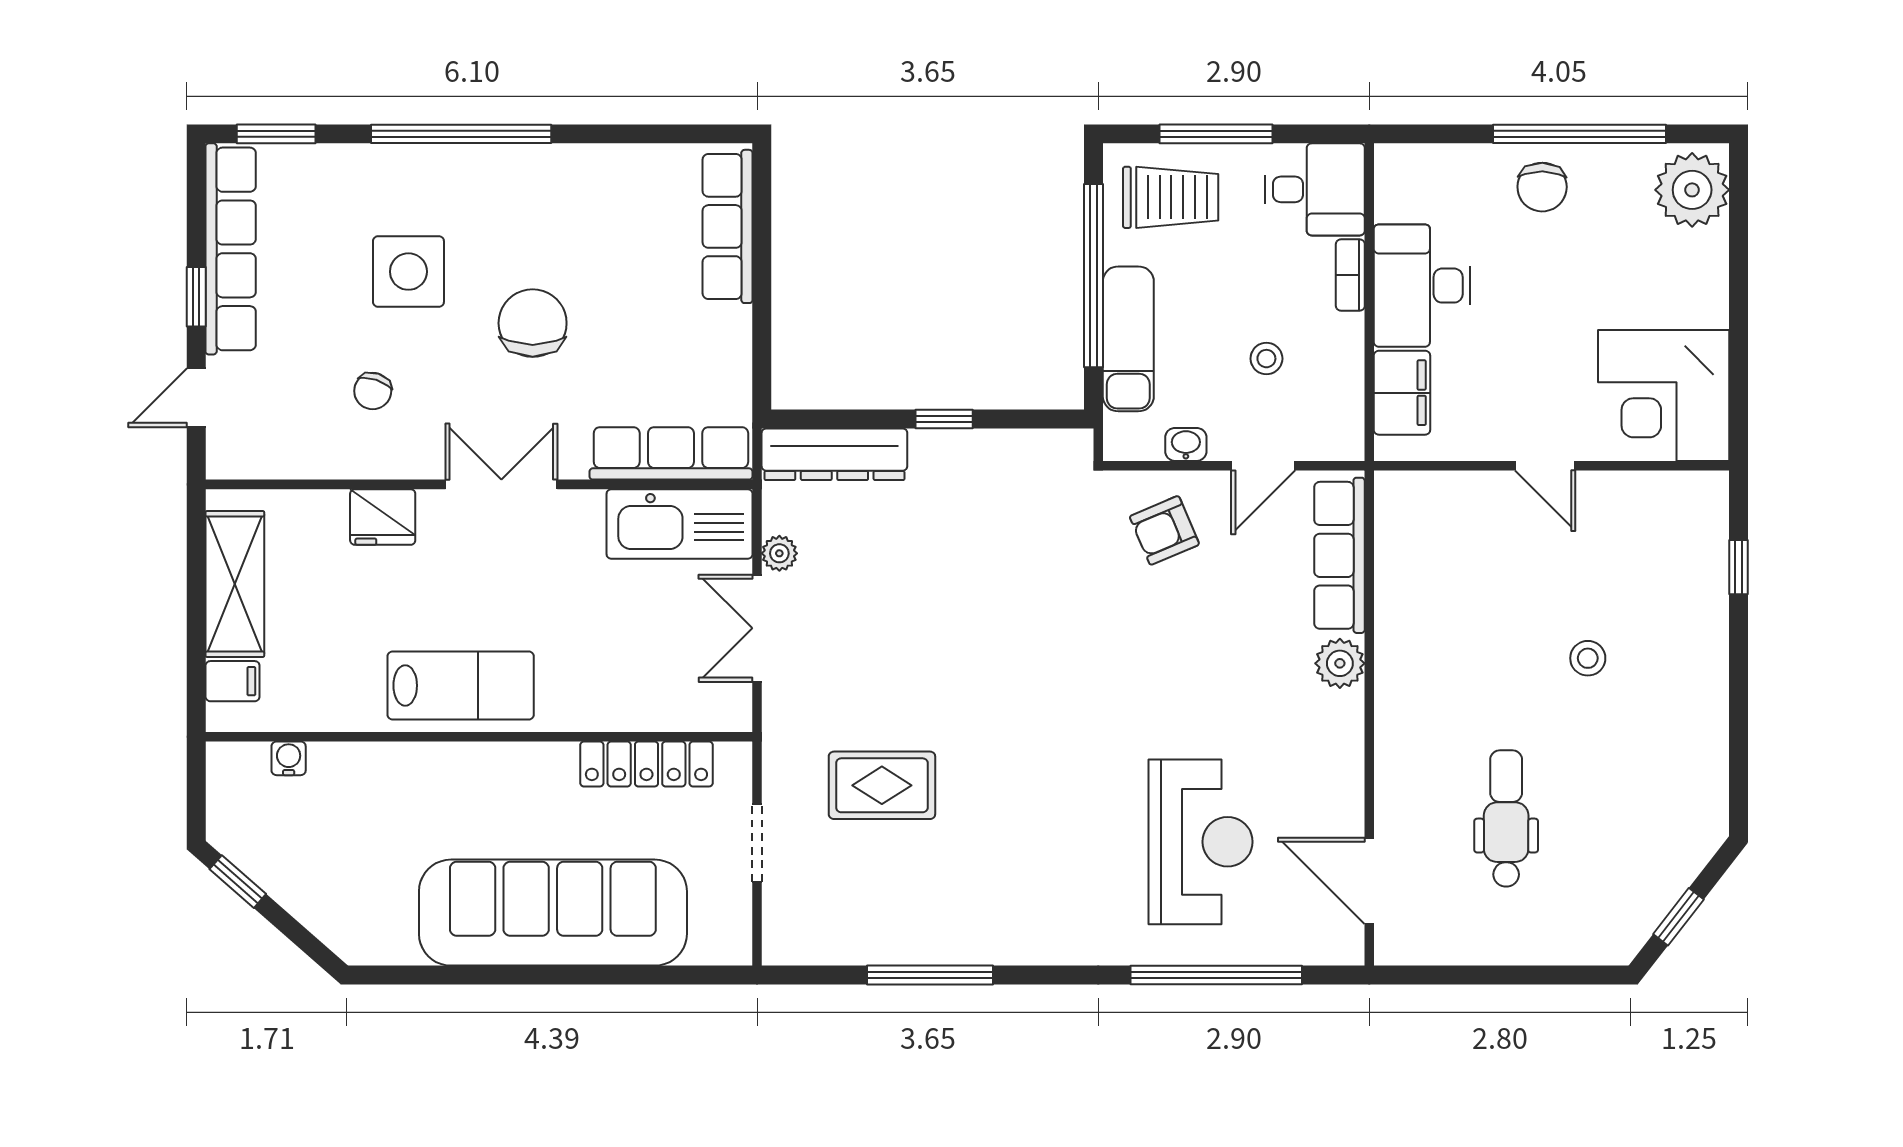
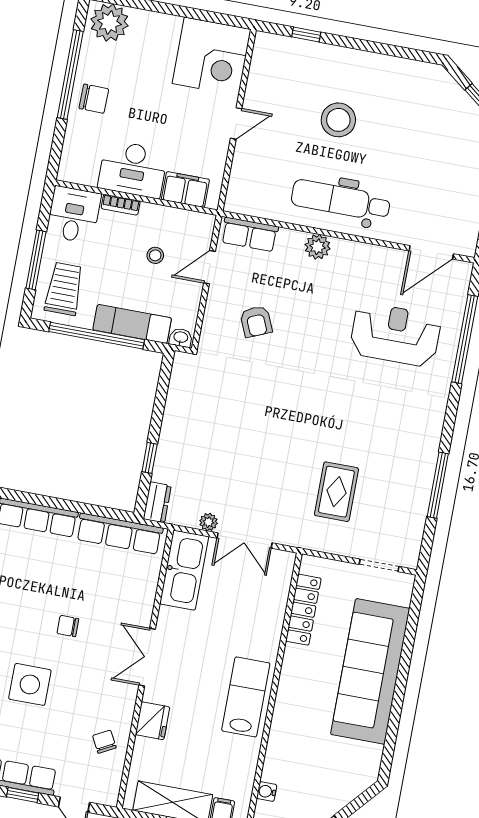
chair: (533, 323) -> (68, 626), width x0.54, depth x0.54
chair: (373, 391) -> (104, 742), moved, turned -136
window: (944, 419) -> (150, 458), moved
washbasin: (1186, 444) -> (181, 338), moved, turned 90
row of seats: (671, 453) -> (119, 534), moved, turned -90
dresser: (834, 454) -> (157, 502), width x0.51, depth x0.80
door: (1263, 466) -> (210, 267), swing flipped
armchair: (1164, 530) -> (256, 322), moved
row of seats: (1339, 555) -> (250, 234), width x0.68
stool: (1588, 658) -> (338, 120), width x1.89, depth x1.89
dental chair: (1506, 818) -> (341, 200), moved, width x1.36, depth x1.38
doorway: (757, 843) -> (379, 565), moved

